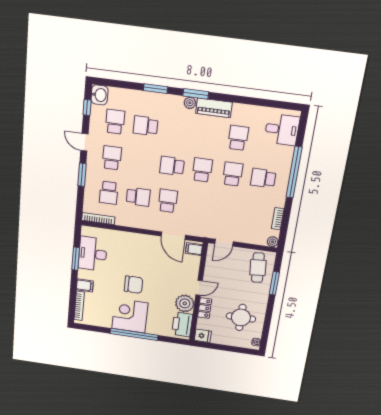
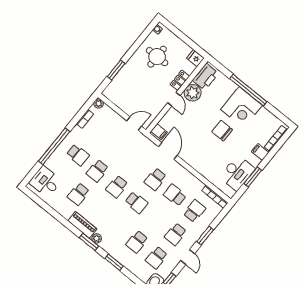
school desk: (146, 126) -> (137, 242), turned 90
cafe table: (258, 268) -> (121, 90), removed
door: (199, 288) -> (174, 99), swing flipped

